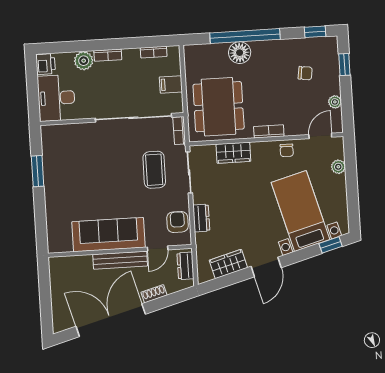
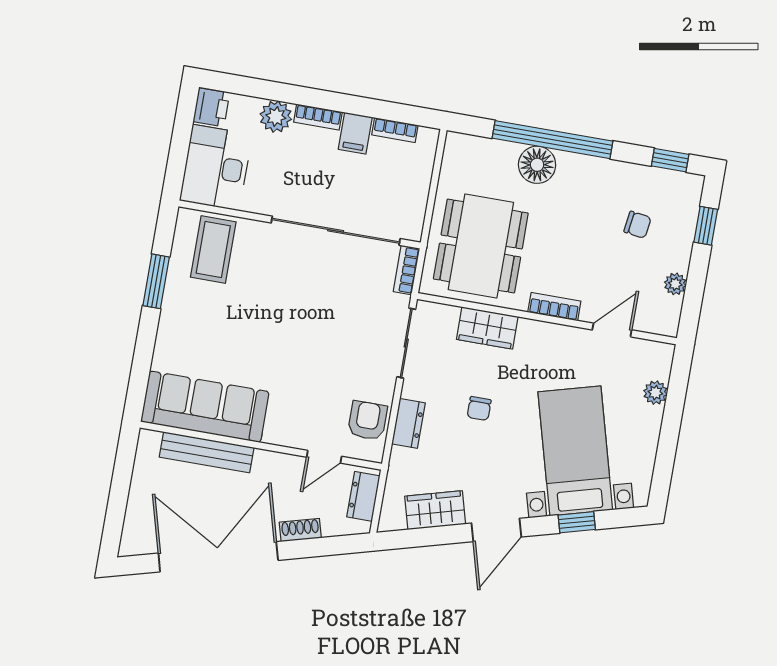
filing cabinet: (171, 84) -> (355, 133), moved, turned -90
door: (320, 136) -> (612, 330), moved
chair: (287, 150) -> (479, 409), moved
coffee table: (154, 170) -> (213, 250), moved
sofa: (108, 235) -> (205, 407), moved
window: (331, 245) -> (577, 522), moved
bench: (120, 260) -> (207, 452), moved

